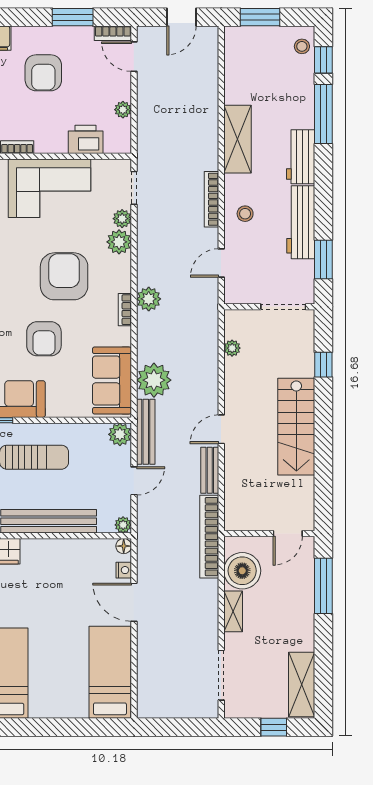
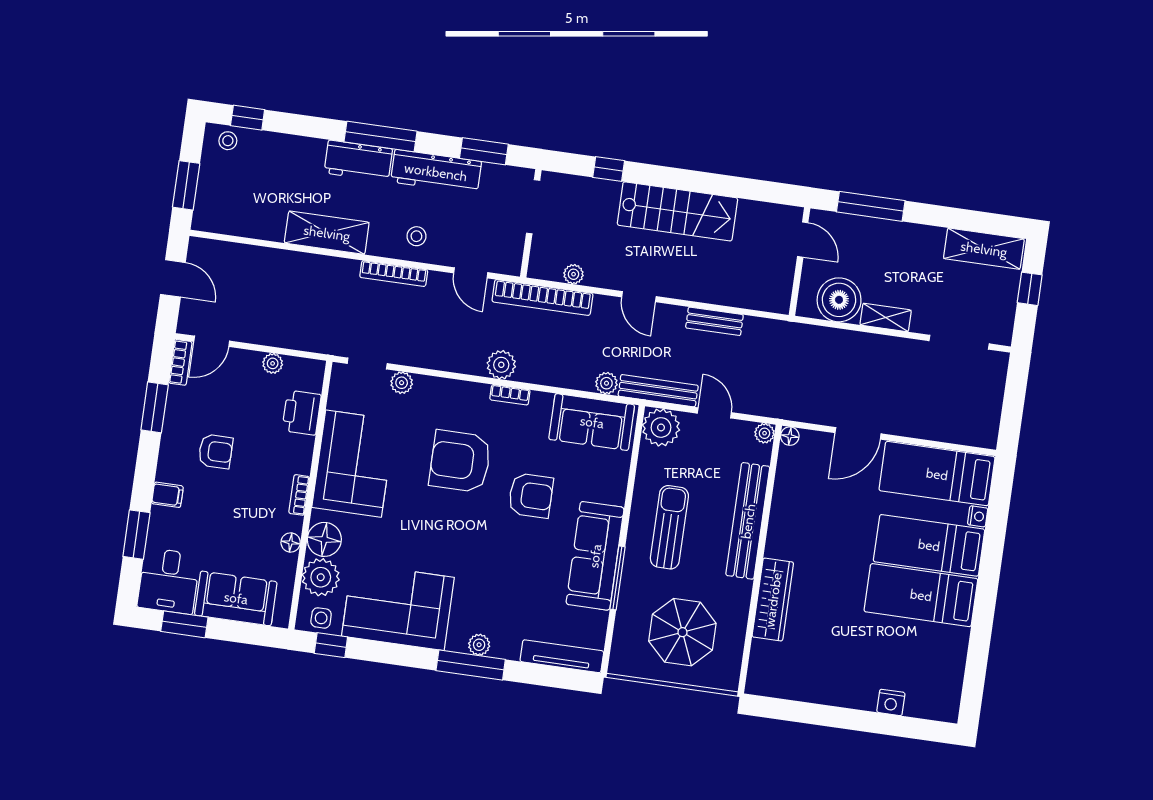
armchair: (43, 73) -> (216, 451), width x0.72, depth x0.72
window: (323, 114) -> (380, 137), moved
plant: (119, 242) -> (429, 390), removed
plant: (154, 380) -> (606, 383), width x0.53, depth x0.53
door: (221, 429) -> (639, 297), moved
plant: (120, 434) -> (661, 427), width x1.36, depth x1.36
bookcase: (209, 537) -> (542, 298), moved
nightstand: (124, 570) -> (978, 516), moved, turned 90
bed: (50, 674) -> (929, 545), added

